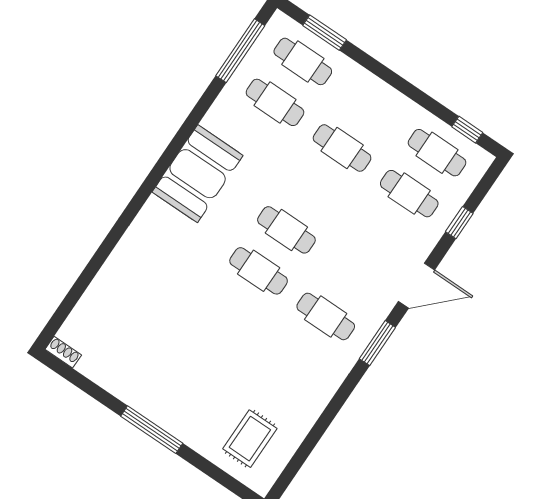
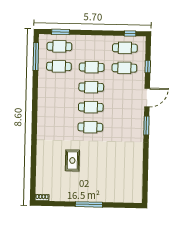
booth: (198, 174) -> (48, 108), removed
cafe table: (326, 316) -> (91, 87), moved
rug: (250, 439) -> (72, 160), moved

